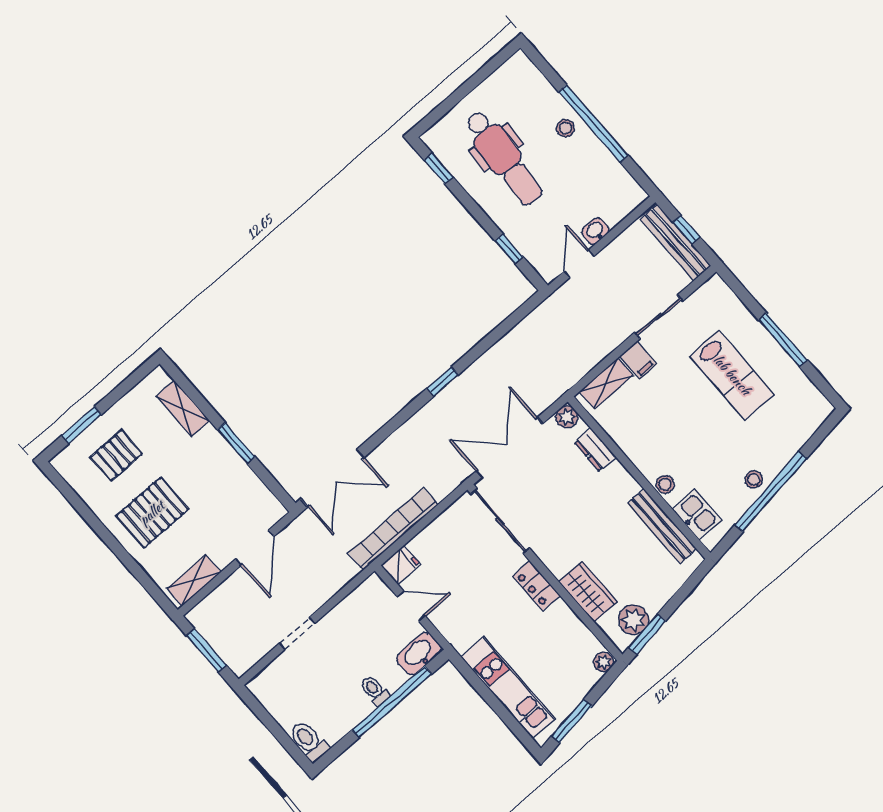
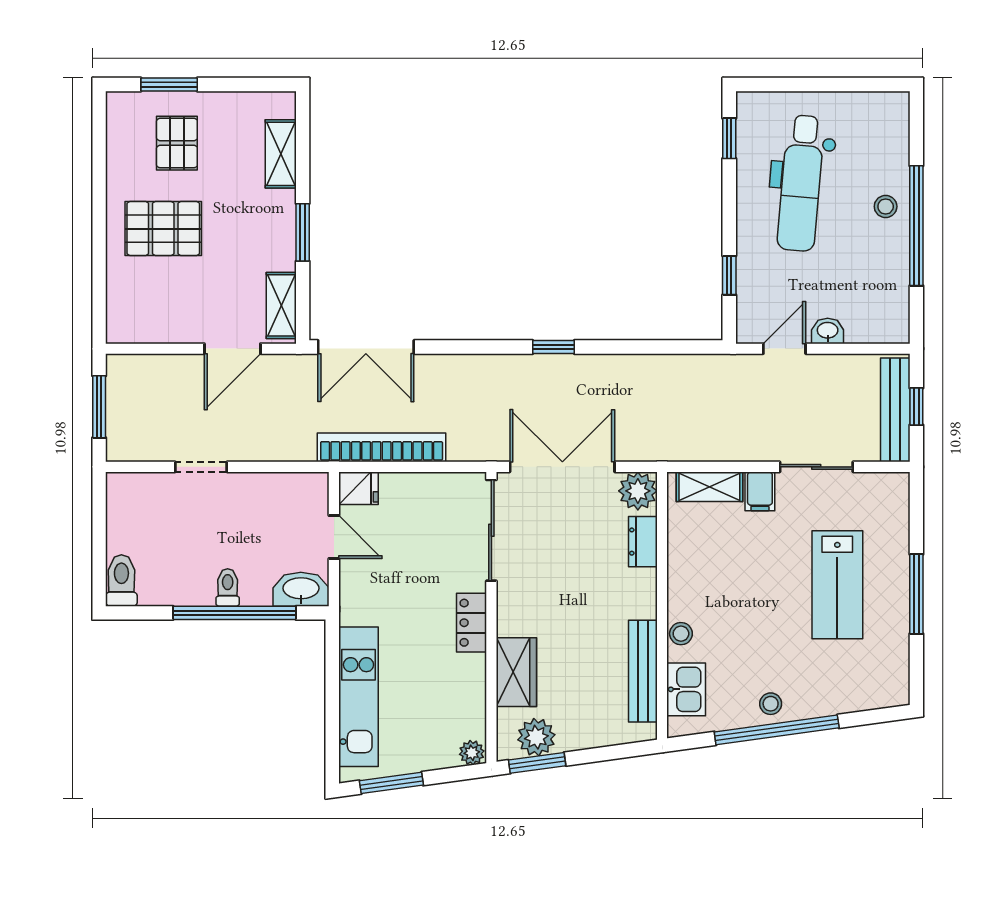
plant: (567, 417) -> (638, 491), width x1.38, depth x1.38
pallet: (116, 455) -> (177, 143), turned 90
shelving: (194, 580) -> (281, 305), moved, turned 90

